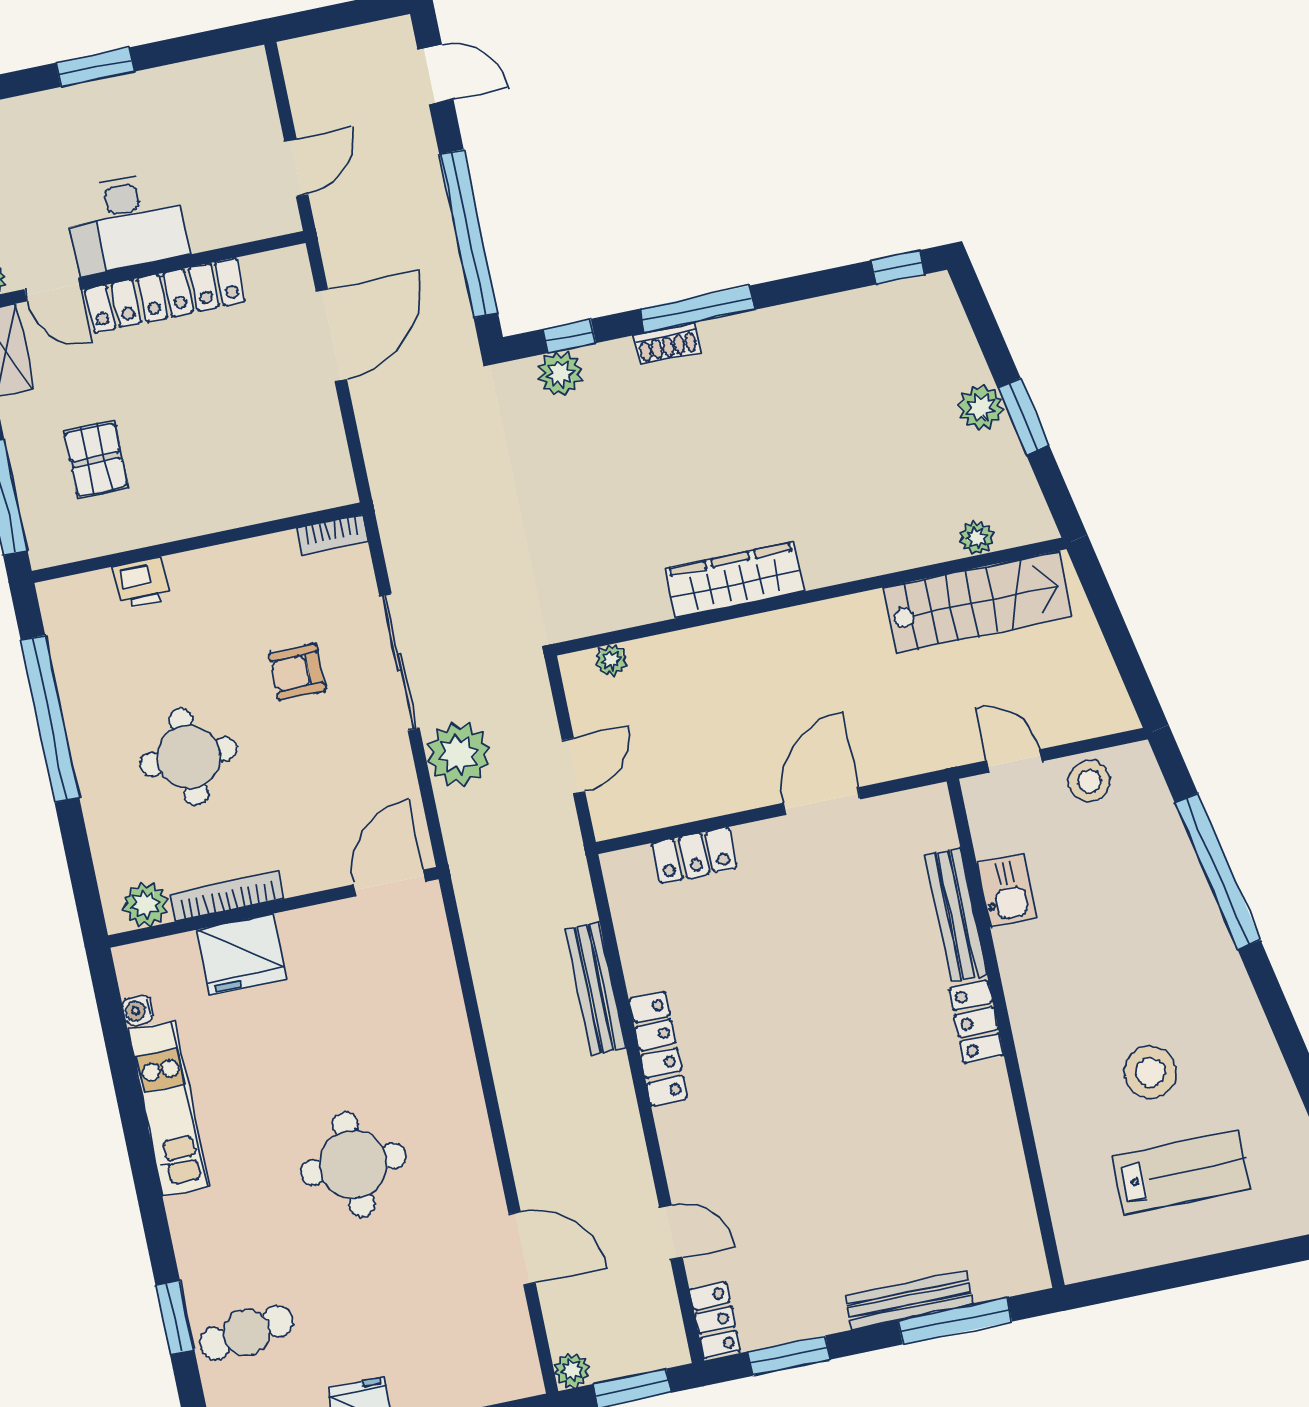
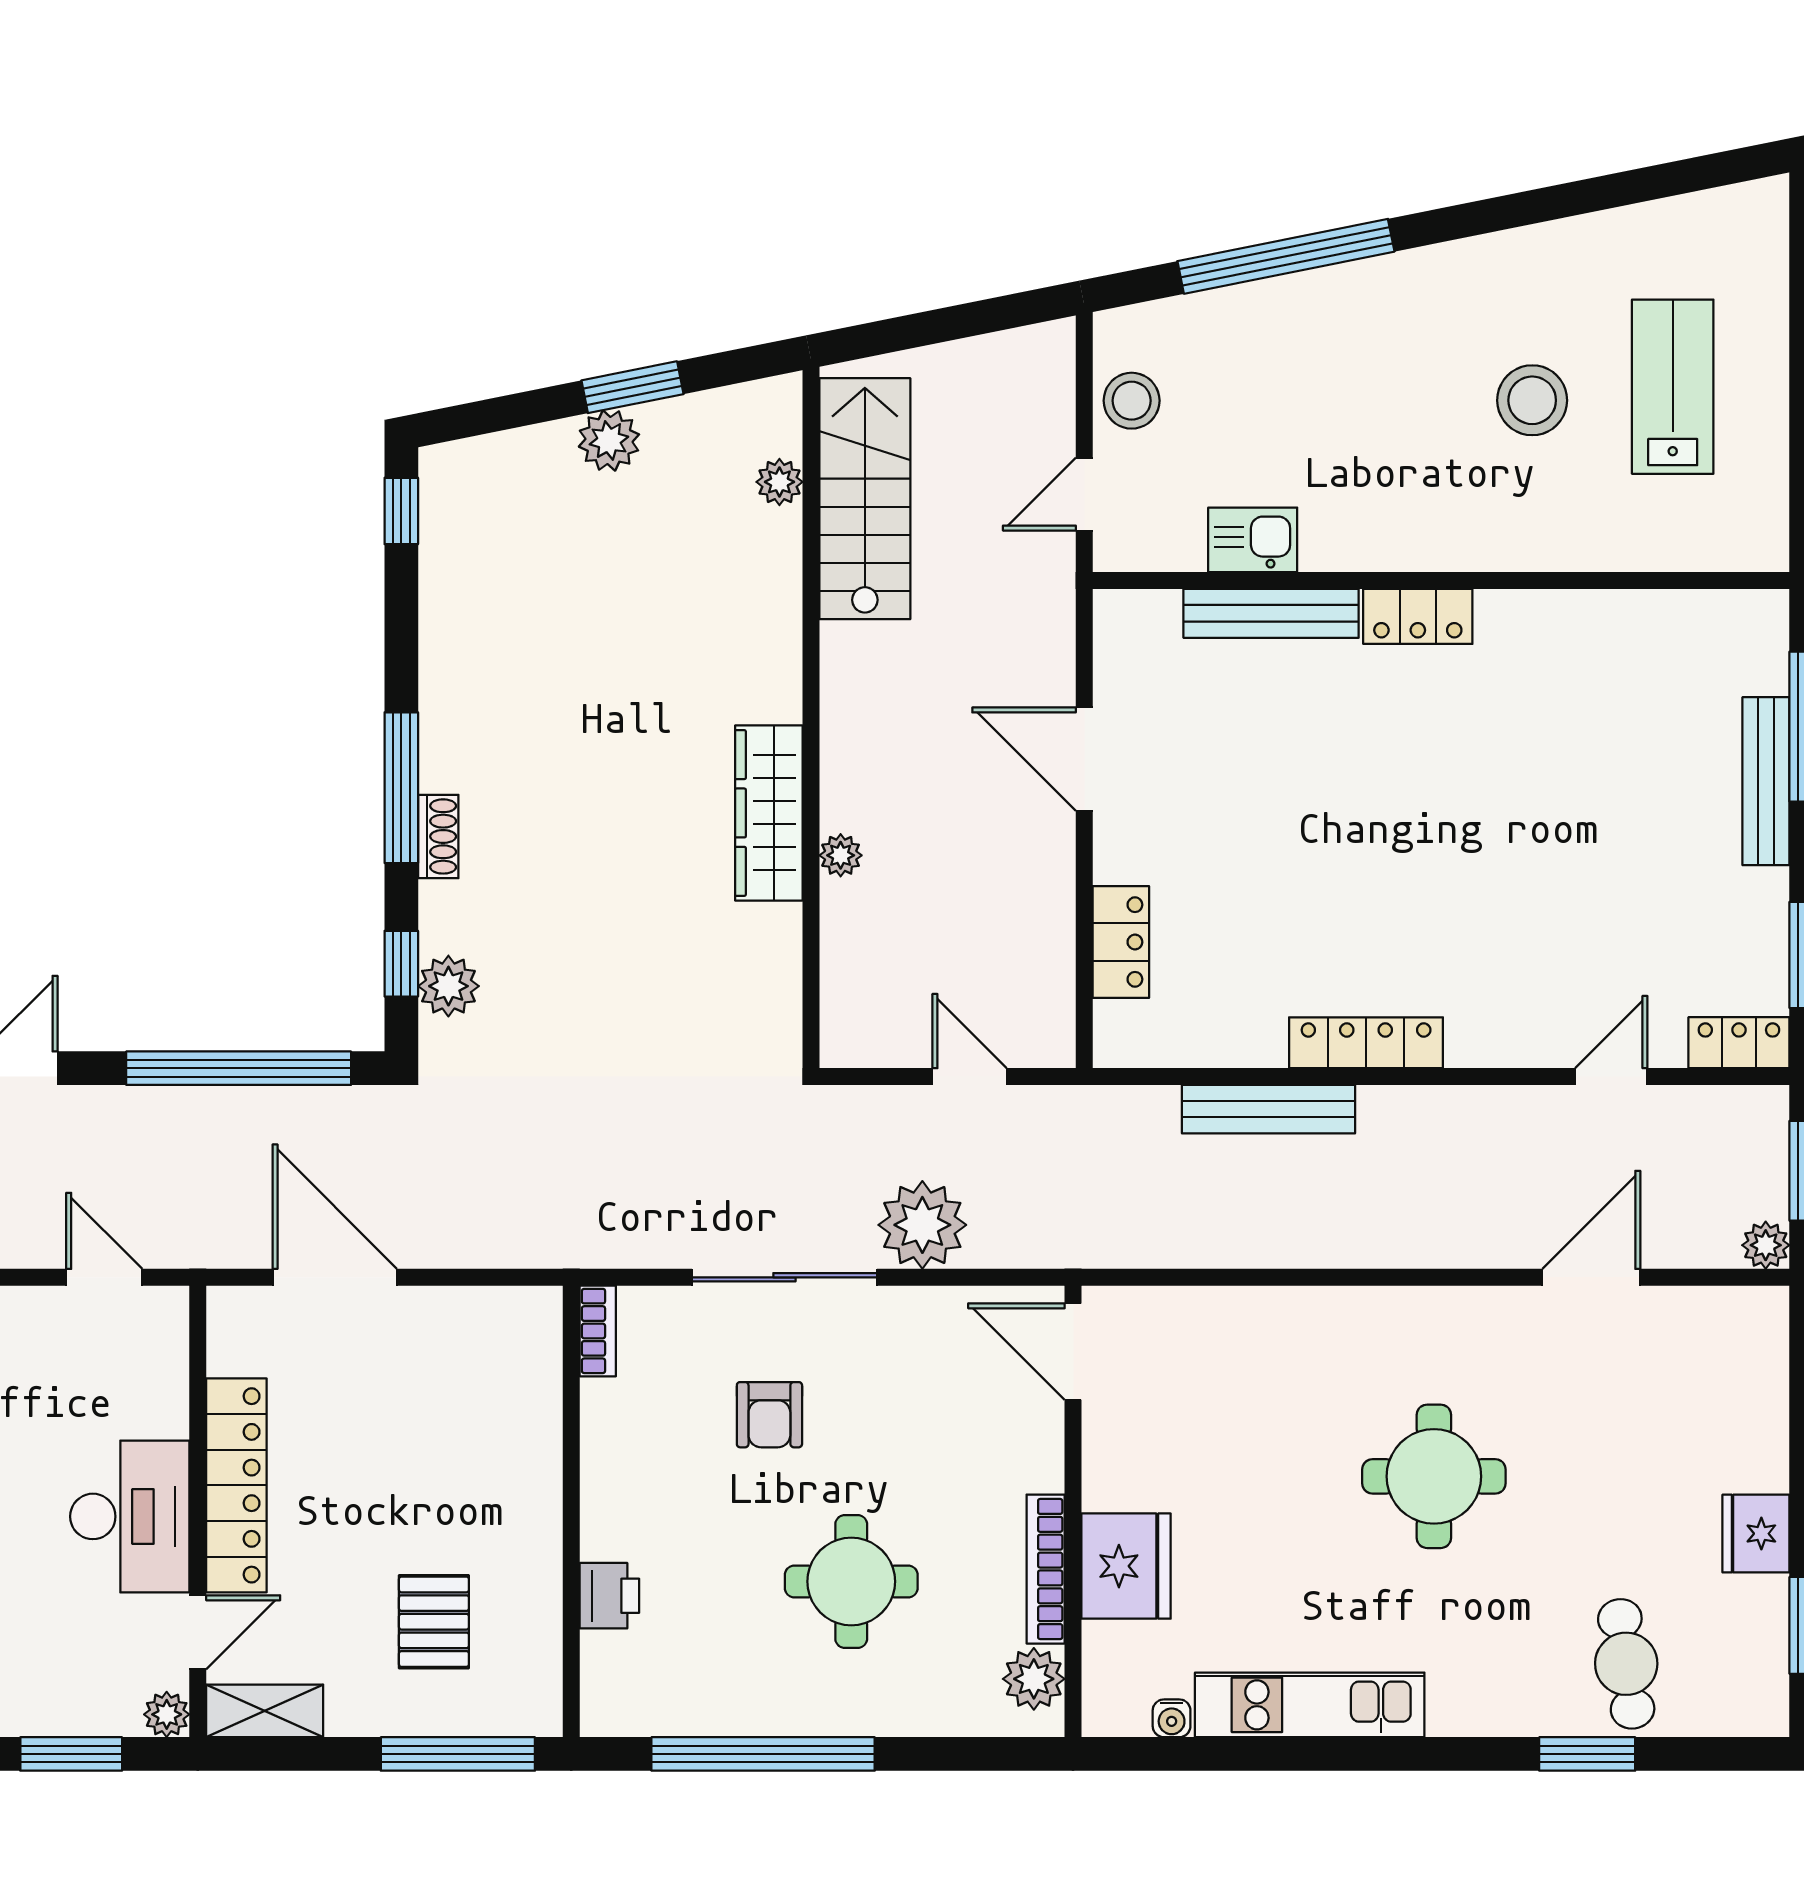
pallet: (96, 460) -> (434, 1622), turned 90
plant: (611, 660) -> (841, 855), moved

